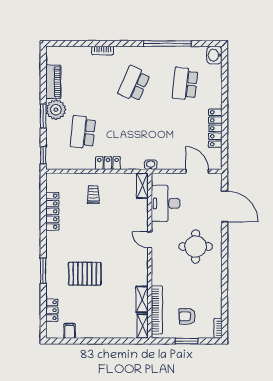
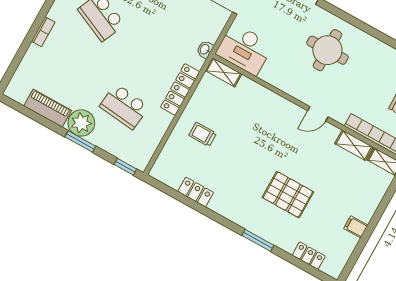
locker: (108, 163) -> (180, 90), width x1.53
desk: (165, 203) -> (244, 49), moved
locker: (52, 211) -> (196, 192), width x0.66
door: (150, 240) -> (318, 114), moved
pallet: (85, 274) -> (288, 195), turned 90
filing cabinet: (70, 331) -> (356, 227), moved

